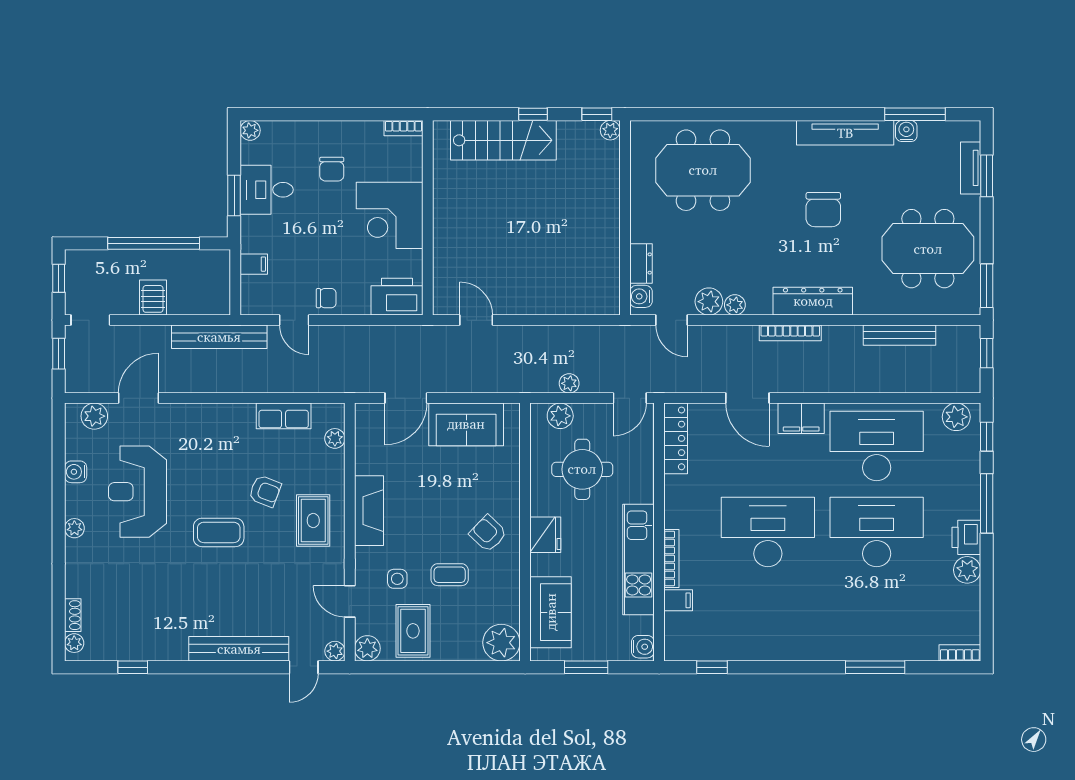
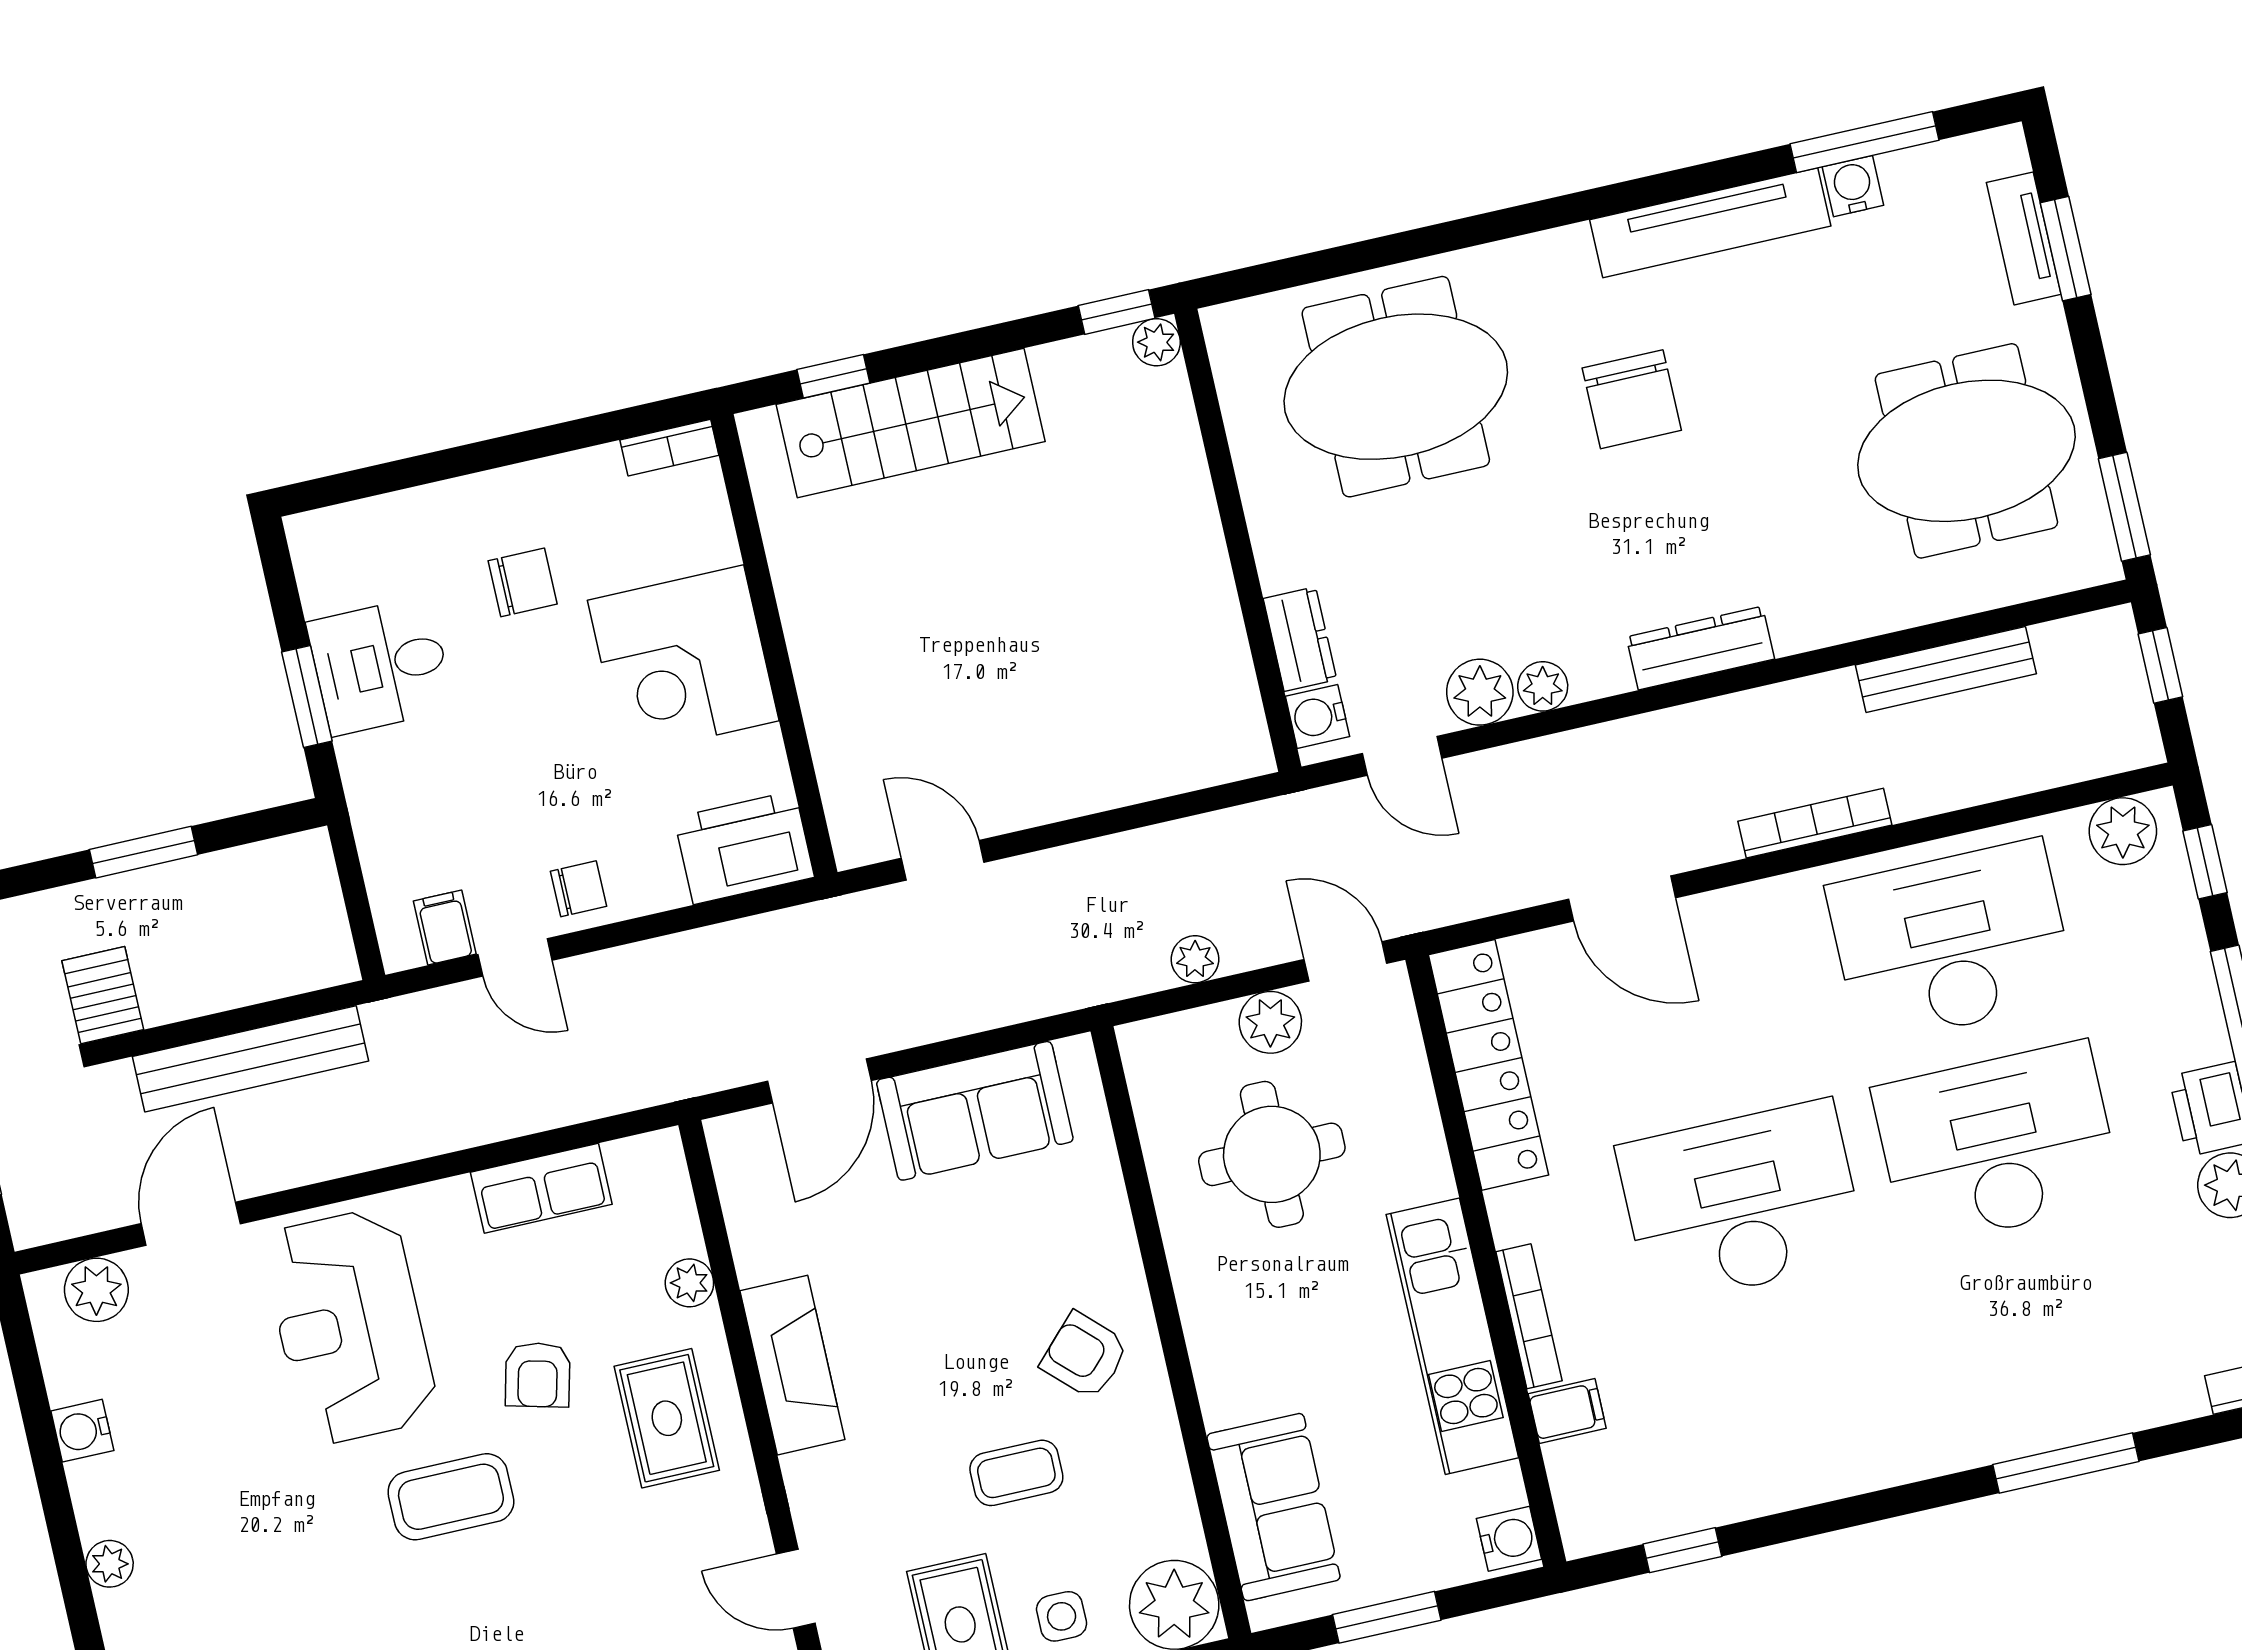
window: (533, 114) -> (833, 376), moved
plant: (250, 130) -> (310, 535), removed
chair: (332, 169) -> (523, 582), turned -90
chair: (823, 210) -> (1632, 399), moved
window: (154, 243) -> (144, 852), width x0.47
filing cabinet: (254, 264) -> (445, 928), moved, turned -90
server rack: (153, 298) -> (103, 995), moved
dresser: (813, 301) -> (1700, 648), width x0.73, depth x0.80
bookcase: (790, 333) -> (1815, 823), moved, turned 180
bench: (219, 337) -> (251, 1059), moved
door: (630, 398) -> (1345, 961), swing flipped
plant: (560, 416) -> (1270, 1022), moved
filing cabinet: (801, 418) -> (1759, 917), removed
plant: (335, 438) -> (689, 1283), moved
locker: (676, 438) -> (1488, 1065), width x1.41, depth x1.21
armchair: (265, 491) -> (538, 1375), turned 83
reception desk: (137, 492) -> (350, 1326), moved
fridge: (545, 535) -> (1220, 1328), removed
side table: (397, 579) -> (1062, 1616), moved

